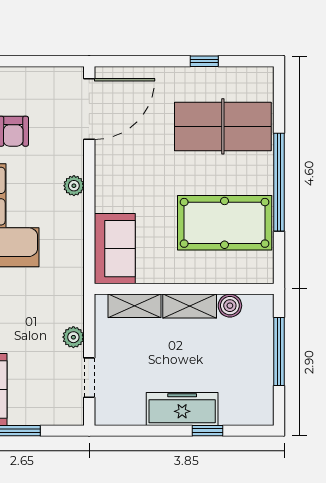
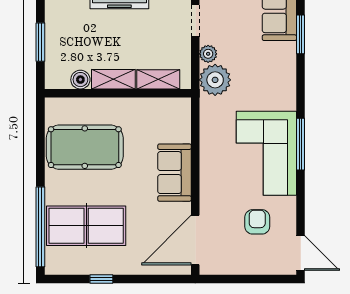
window: (279, 182) -> (40, 227), moved
plant: (74, 186) -> (215, 80), moved, width x1.87, depth x1.87
sofa: (115, 249) -> (174, 173), moved
window: (279, 352) -> (40, 42), width x0.69

